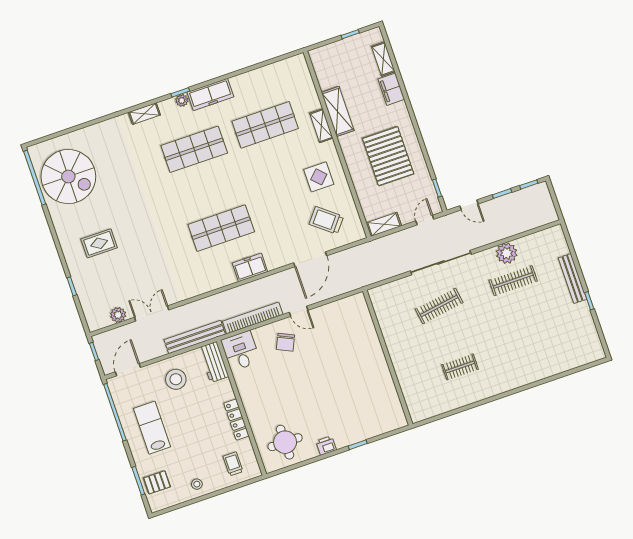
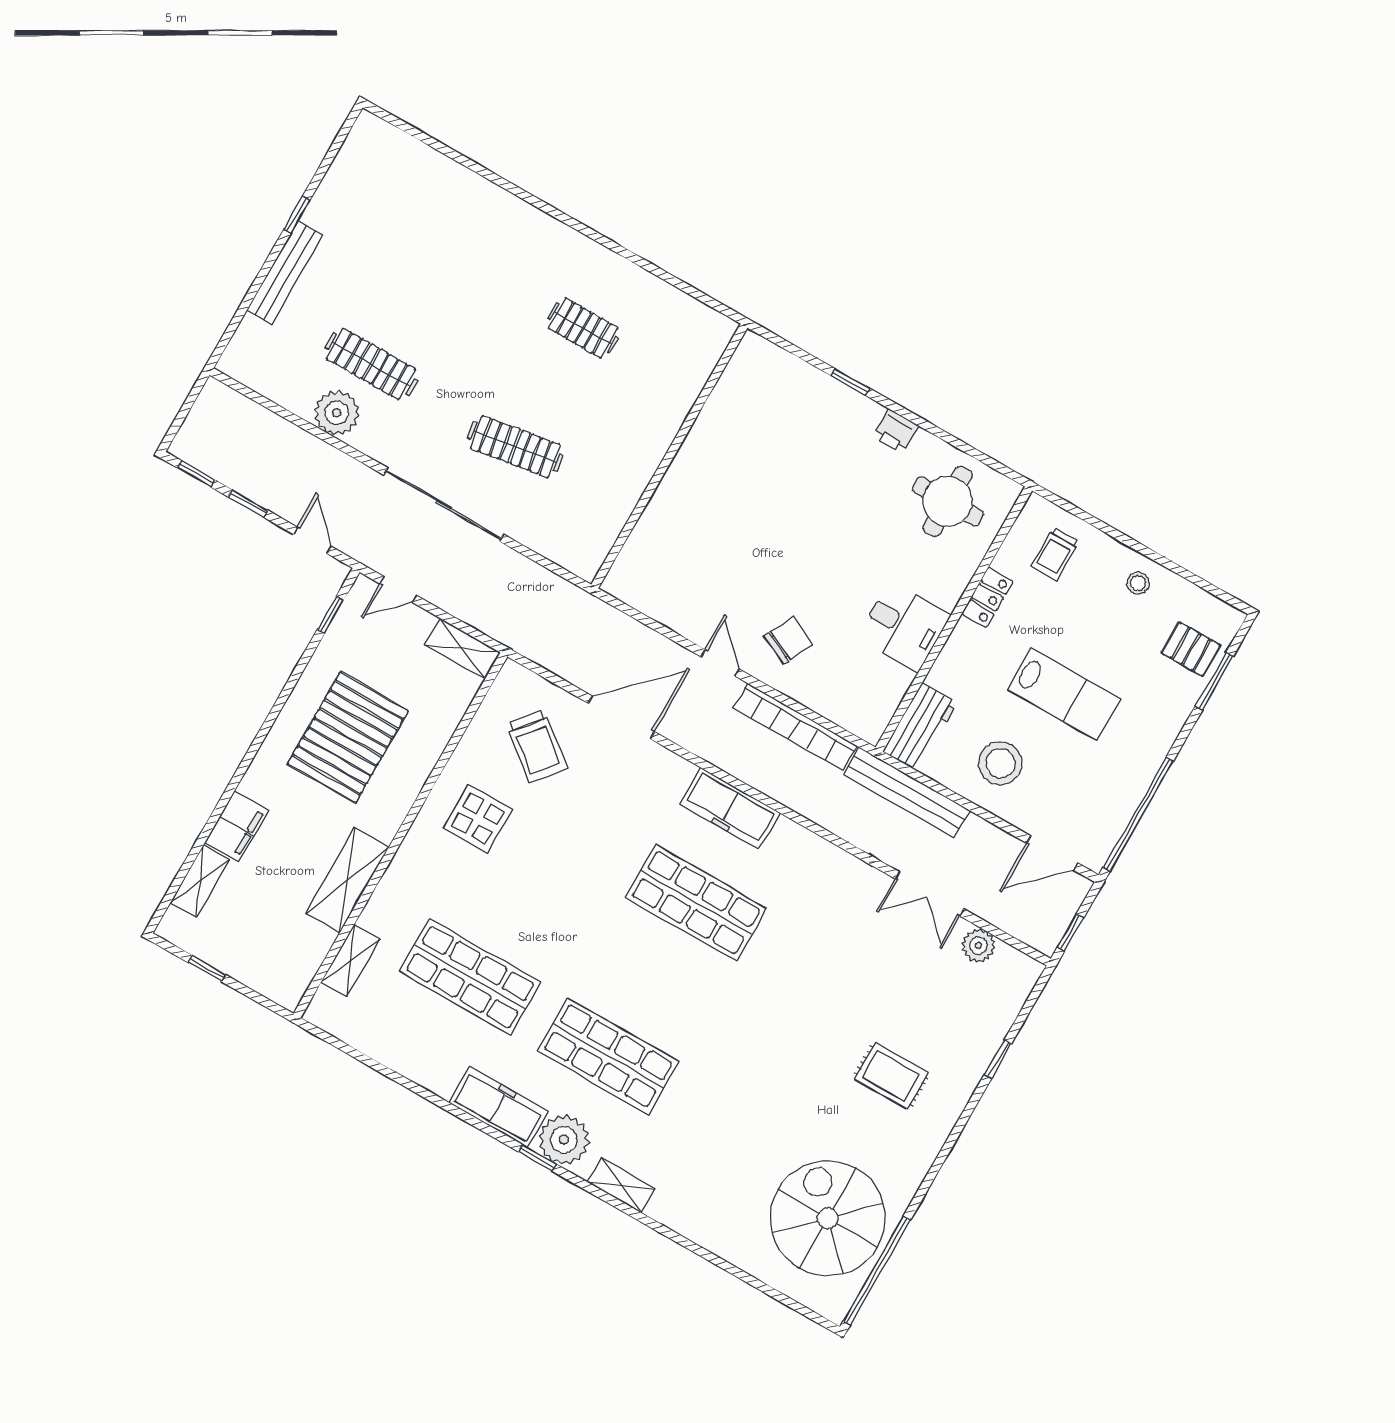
plant: (182, 100) -> (564, 1140), width x1.87, depth x1.87
shelving: (321, 126) -> (350, 960), moved
freezer: (250, 267) -> (730, 808), width x1.40
desk: (241, 351) -> (904, 626), moved, turned -90
locker: (236, 420) -> (987, 597), width x0.66
lab bench: (152, 428) -> (1064, 694), moved, turned -90

